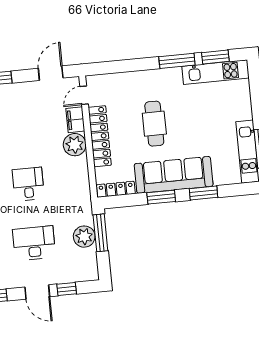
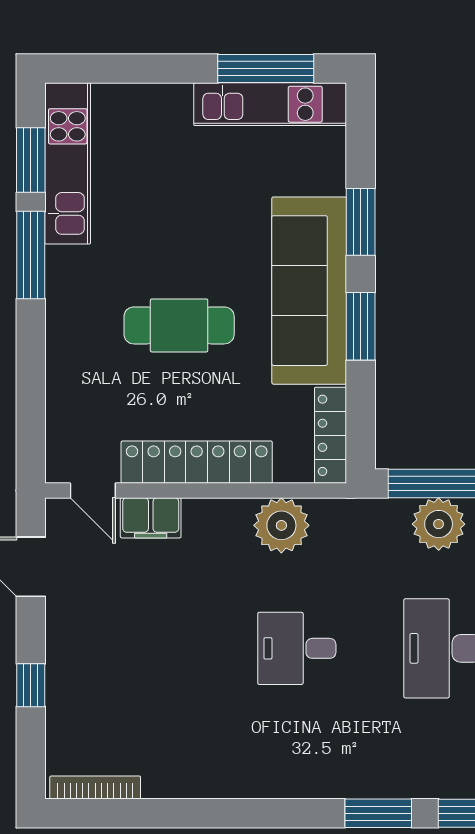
plant: (75, 145) -> (281, 525), moved

